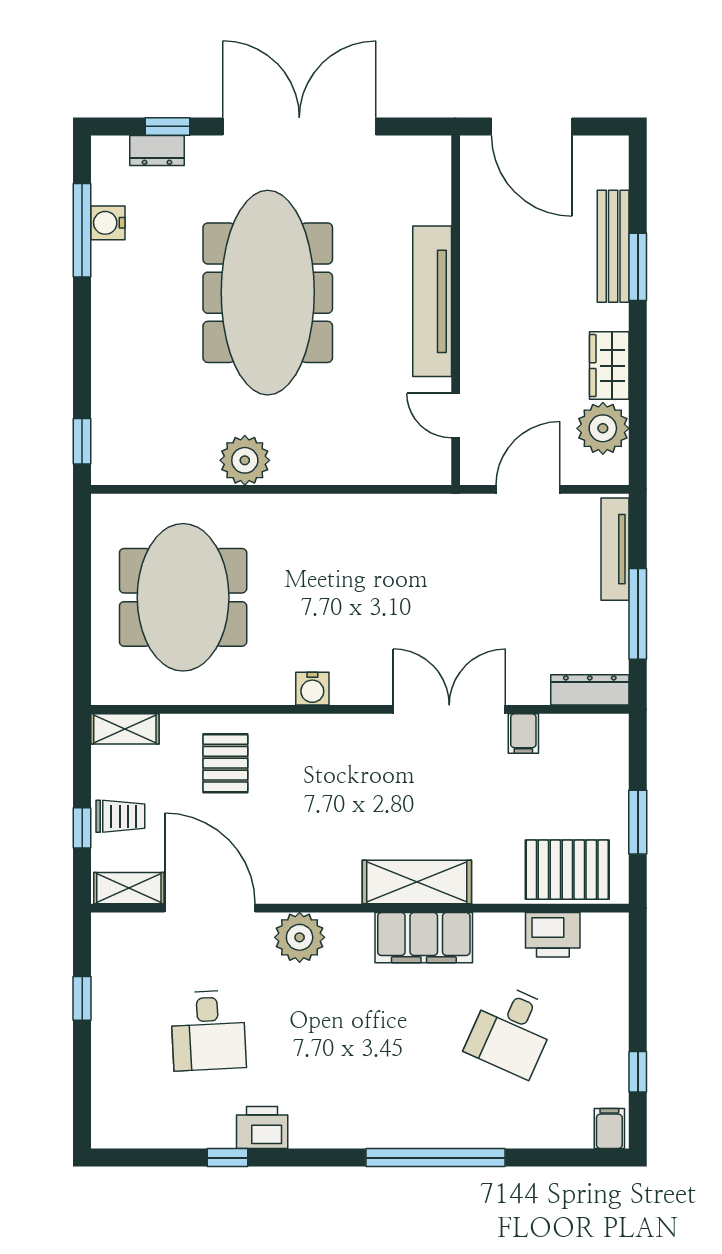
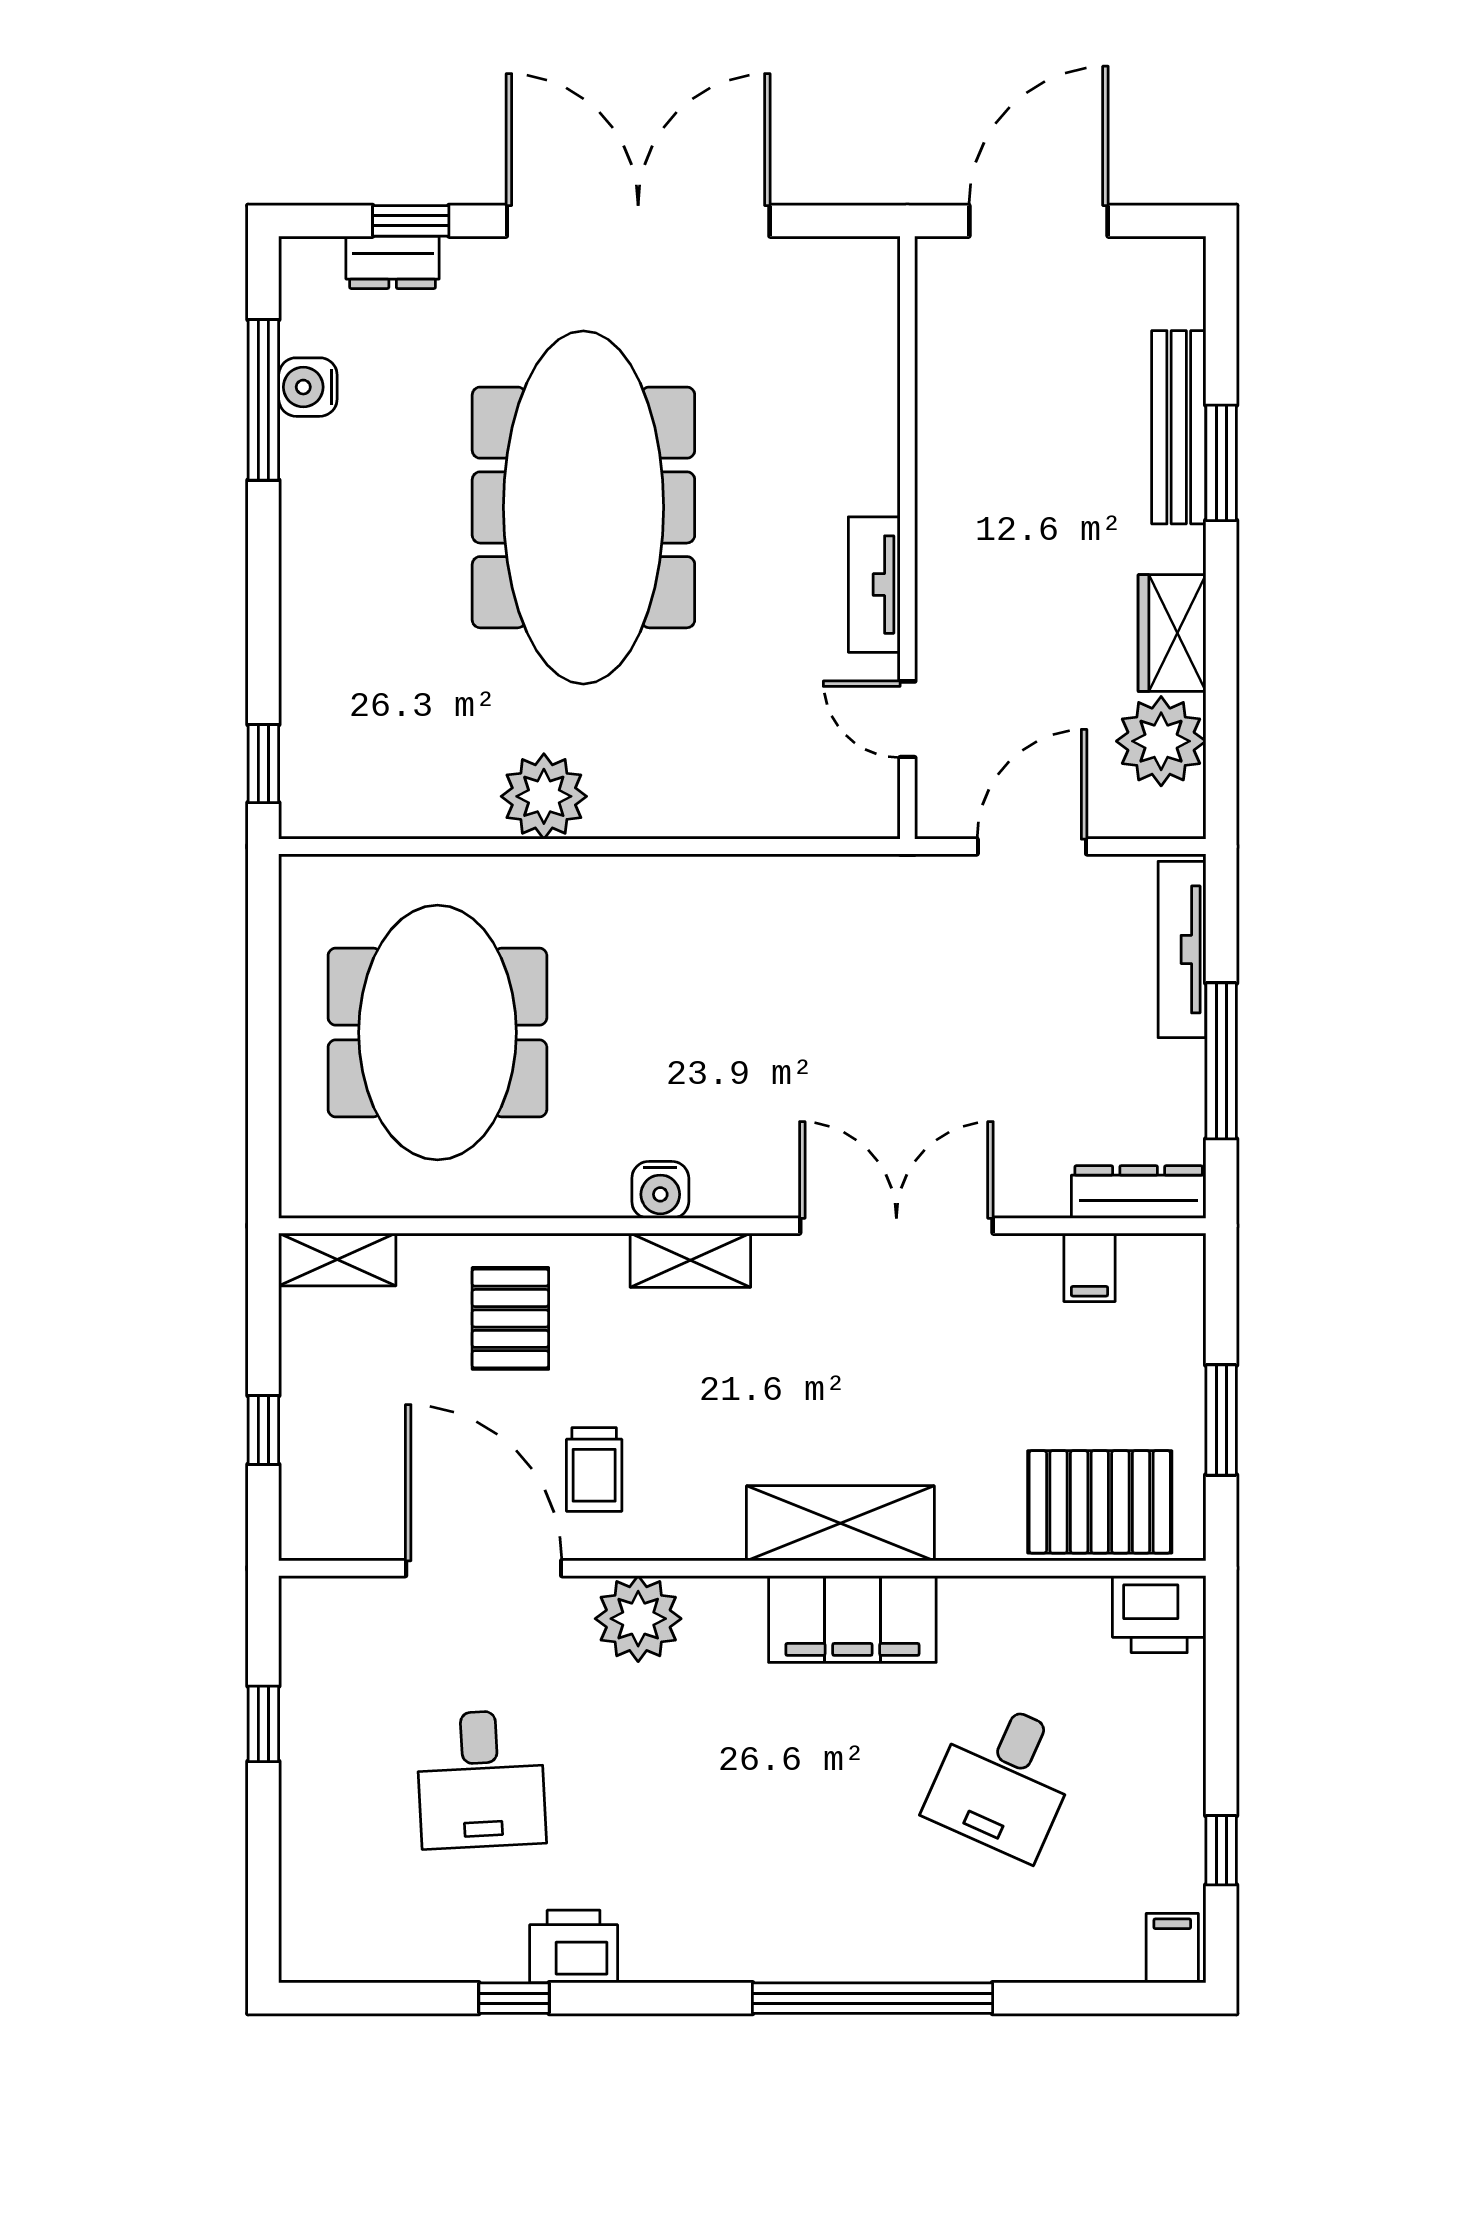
door: (532, 126) -> (1039, 221), swing flipped
tv unit: (432, 301) -> (874, 585), width x0.52, depth x0.78
filing cabinet: (523, 734) -> (1089, 1267), moved
trolley: (120, 816) -> (594, 1469), moved, turned 90
shelving: (129, 888) -> (690, 1260), moved
printer: (553, 935) -> (1159, 1614), moved

